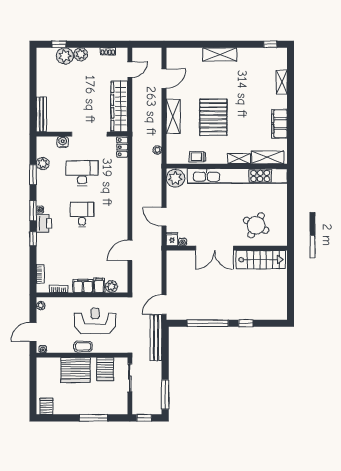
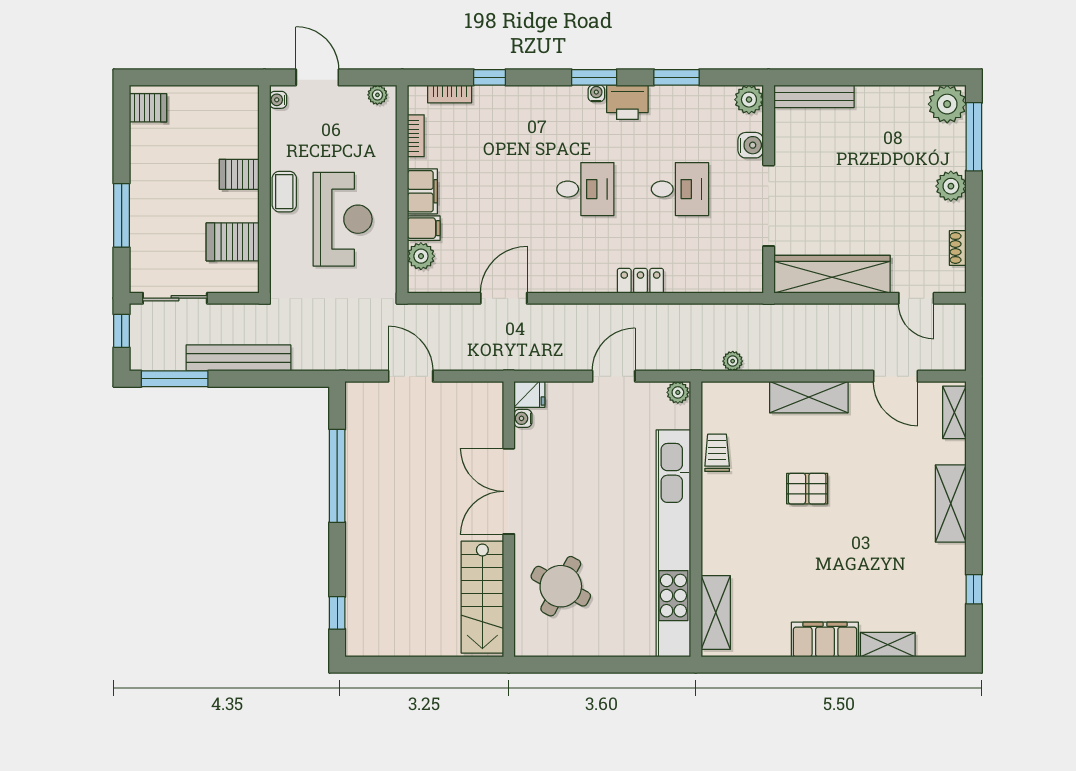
window: (59, 44) -> (974, 137), width x2.17
window: (270, 44) -> (974, 589), moved
plant: (65, 56) -> (947, 104), moved
pallet: (213, 117) -> (807, 489), width x0.49, depth x0.50
filing cabinet: (279, 124) -> (825, 640), moved
locker: (122, 147) -> (640, 281), moved
shelving: (239, 159) -> (954, 412), moved
plant: (43, 163) -> (749, 100), moved
desk: (82, 173) -> (680, 189), width x0.73
plant: (175, 178) -> (678, 392), width x0.53, depth x0.53
door: (164, 217) -> (614, 376), moved
printer: (44, 223) -> (627, 102), moved
window: (33, 239) -> (490, 77), moved
door: (130, 250) -> (504, 298), hinge flipped
door: (164, 305) -> (411, 376), moved
window: (246, 323) -> (337, 613), moved
bench: (156, 338) -> (238, 358), moved
server rack: (76, 370) -> (239, 174), width x0.46, depth x0.70
sliding door: (130, 378) -> (175, 298), moved

